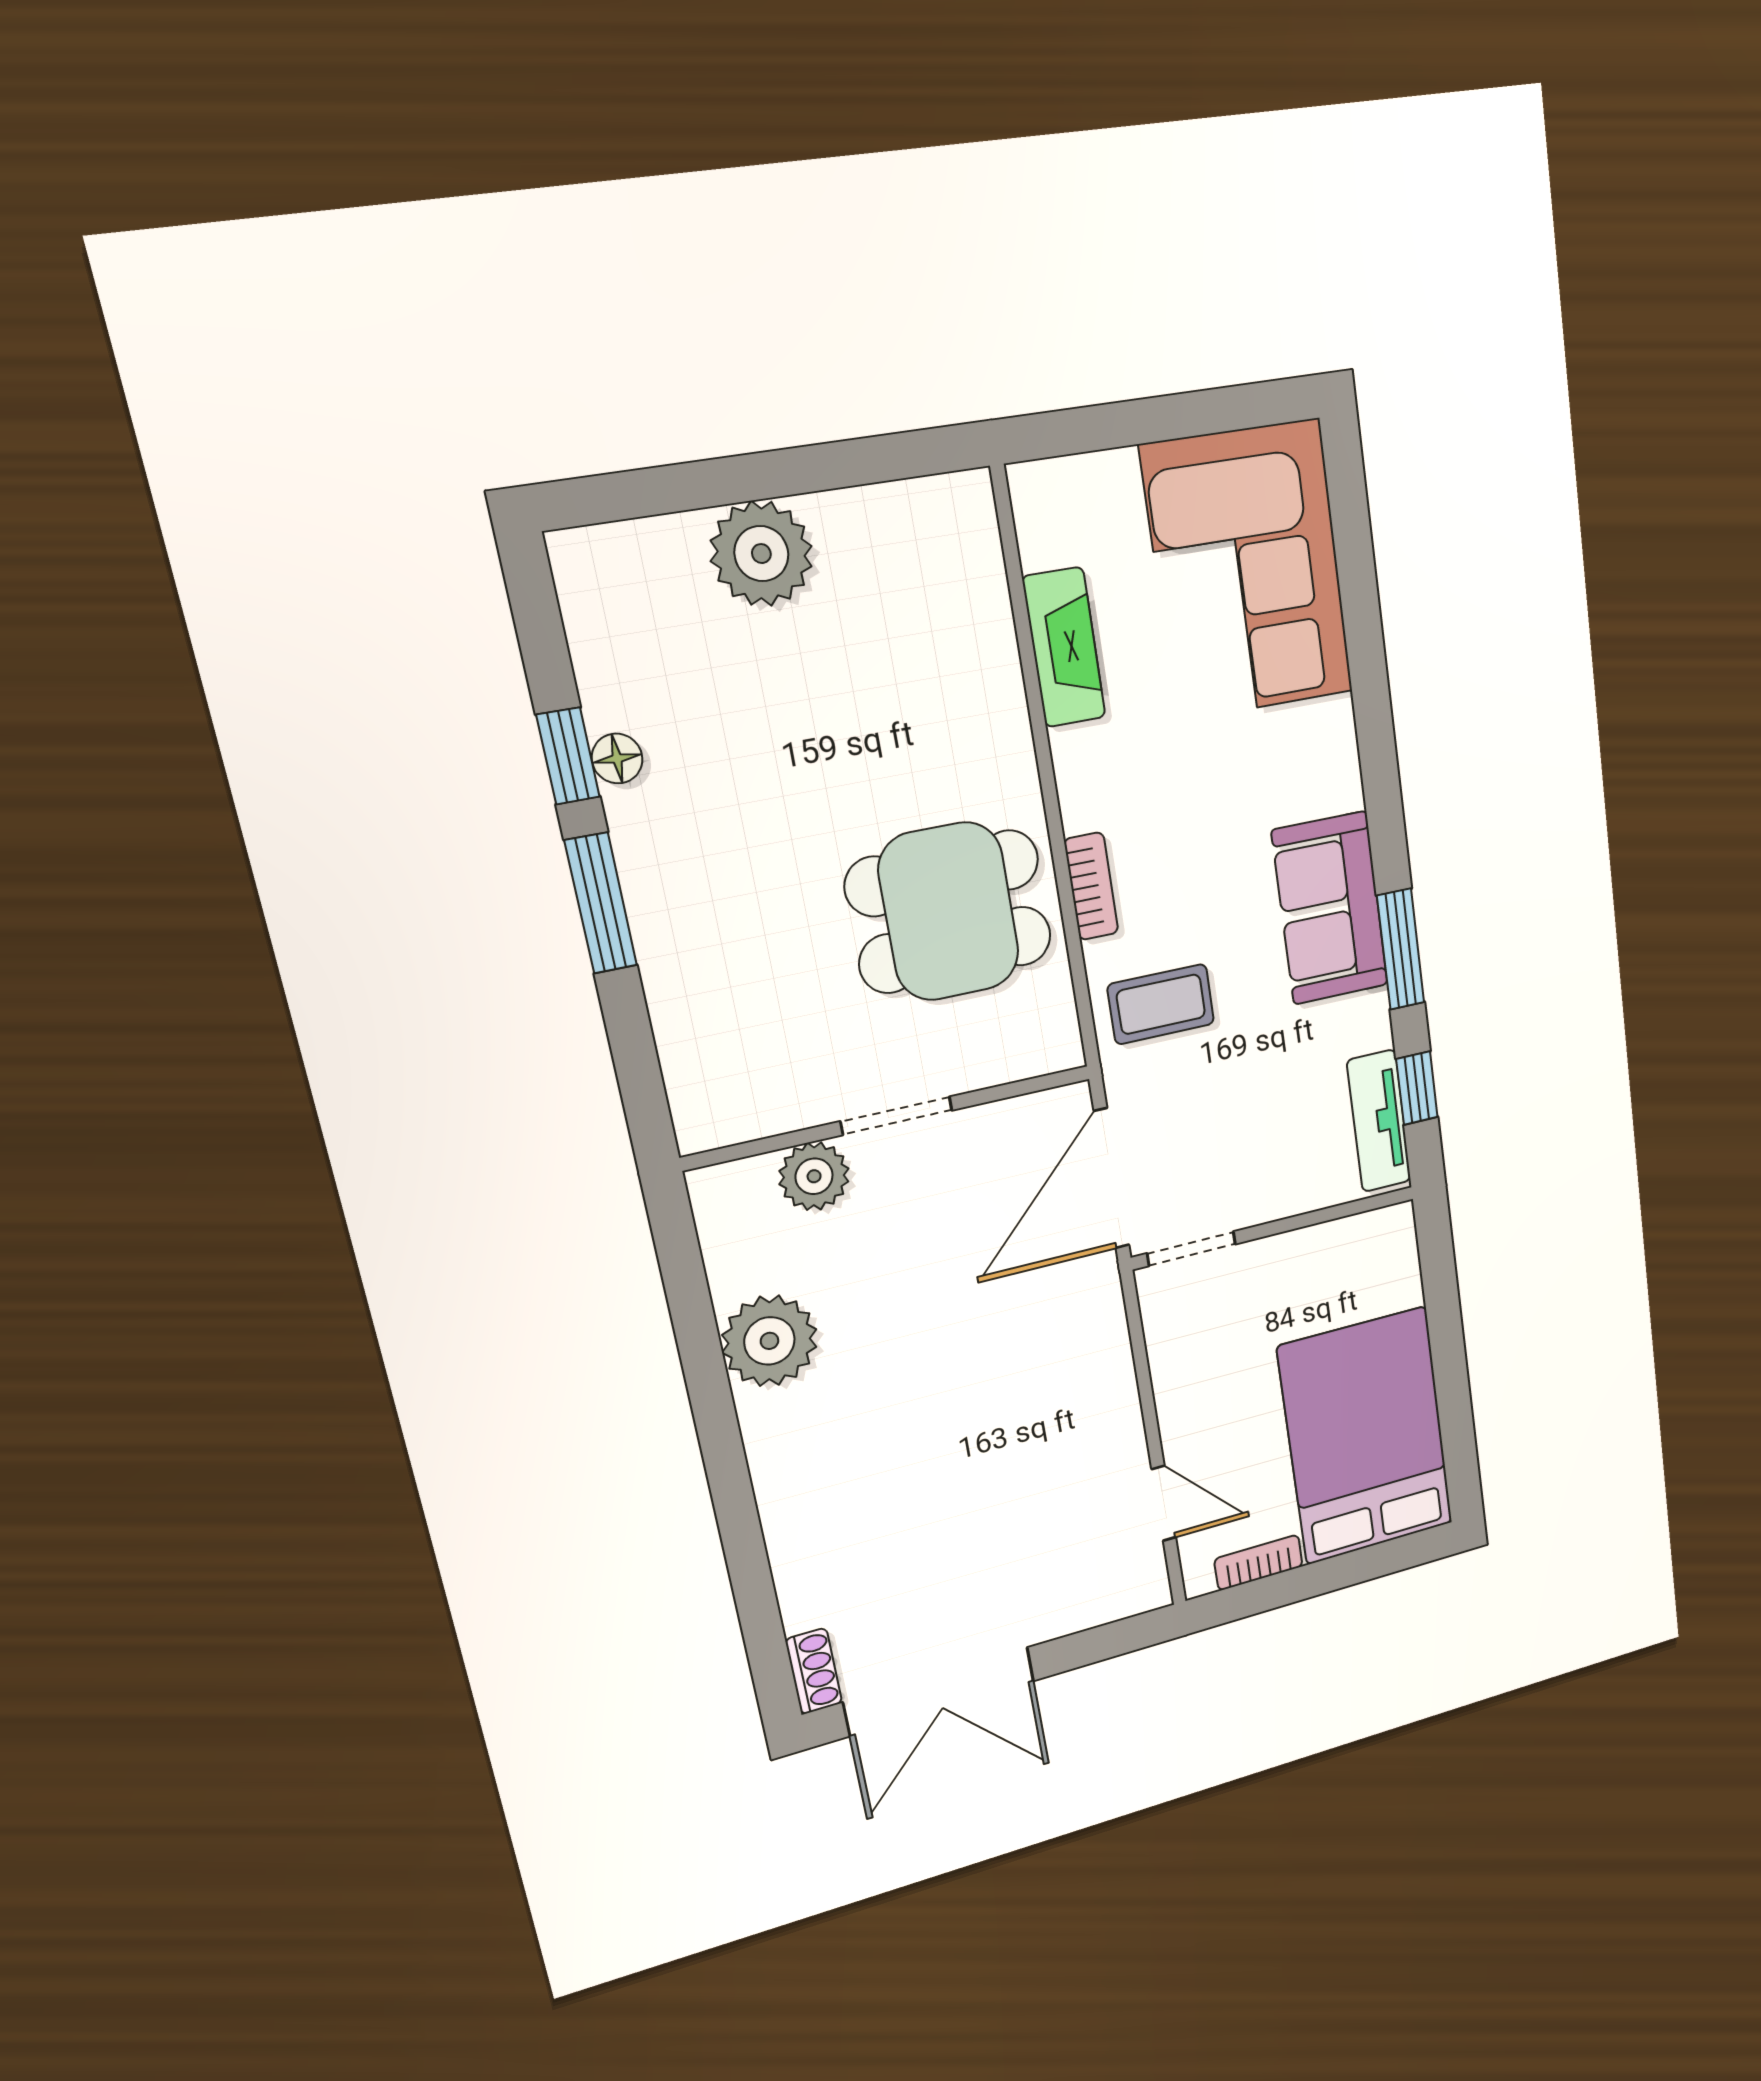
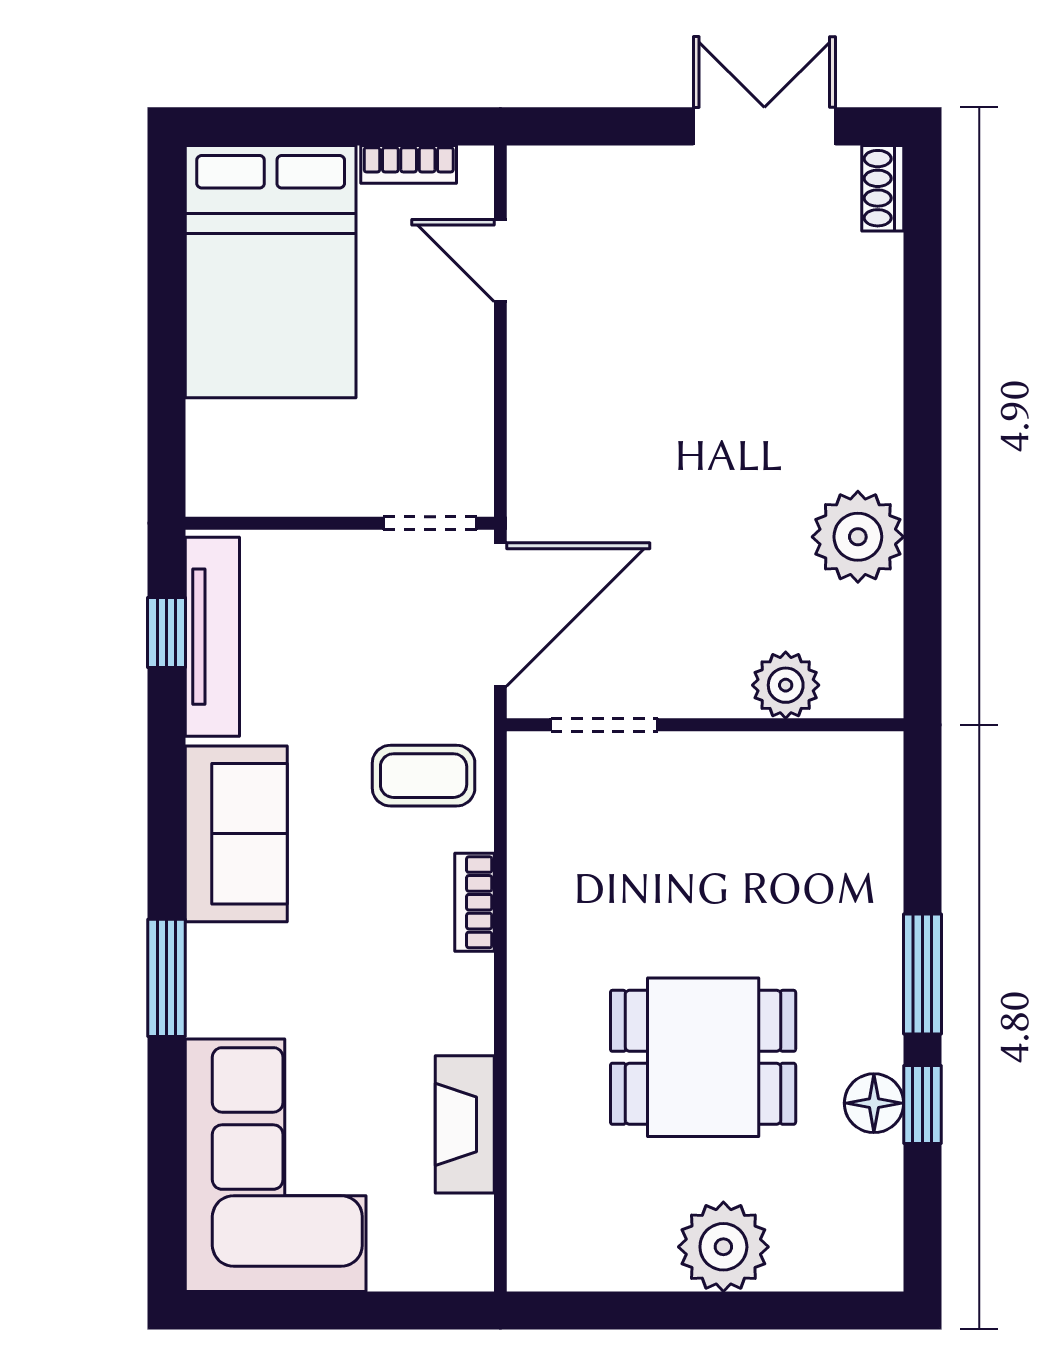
floor lamp: (617, 759) -> (874, 1103), width x1.37, depth x1.37
dining table: (949, 912) -> (703, 1057), moved
window: (1401, 949) -> (167, 978), moved
doorway: (896, 1116) -> (604, 725), moved
tv unit: (1379, 1121) -> (212, 637), width x1.41
double door: (939, 1692) -> (764, 126), width x0.73

